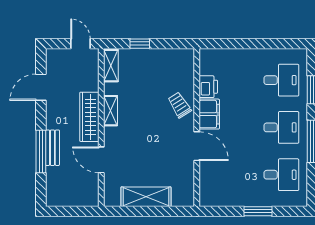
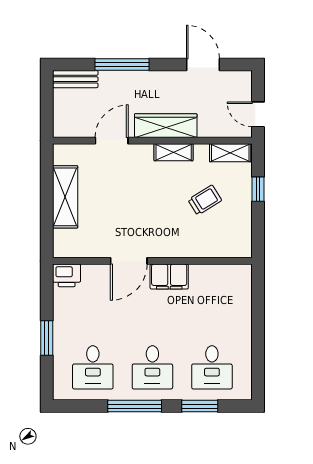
door: (80, 44) -> (258, 114), swing flipped
printer: (208, 87) -> (67, 275), moved
trolley: (179, 105) -> (205, 200), moved
bench: (52, 148) -> (75, 79), moved

